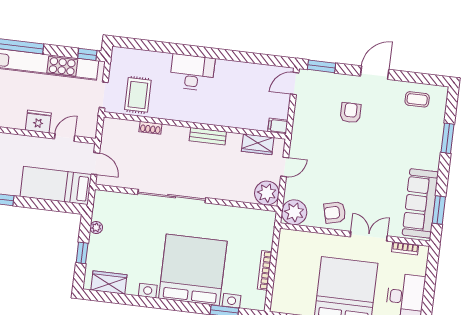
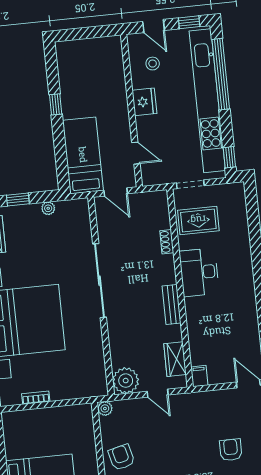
desk: (192, 72) -> (199, 272), moved, turned 180
armchair: (351, 113) -> (231, 450), turned -90
fridge: (38, 121) -> (144, 102), moved
door: (95, 164) -> (116, 192), hinge flipped
plant: (294, 212) -> (105, 408), width x0.53, depth x0.53
bookcase: (265, 270) -> (36, 398), width x0.64

